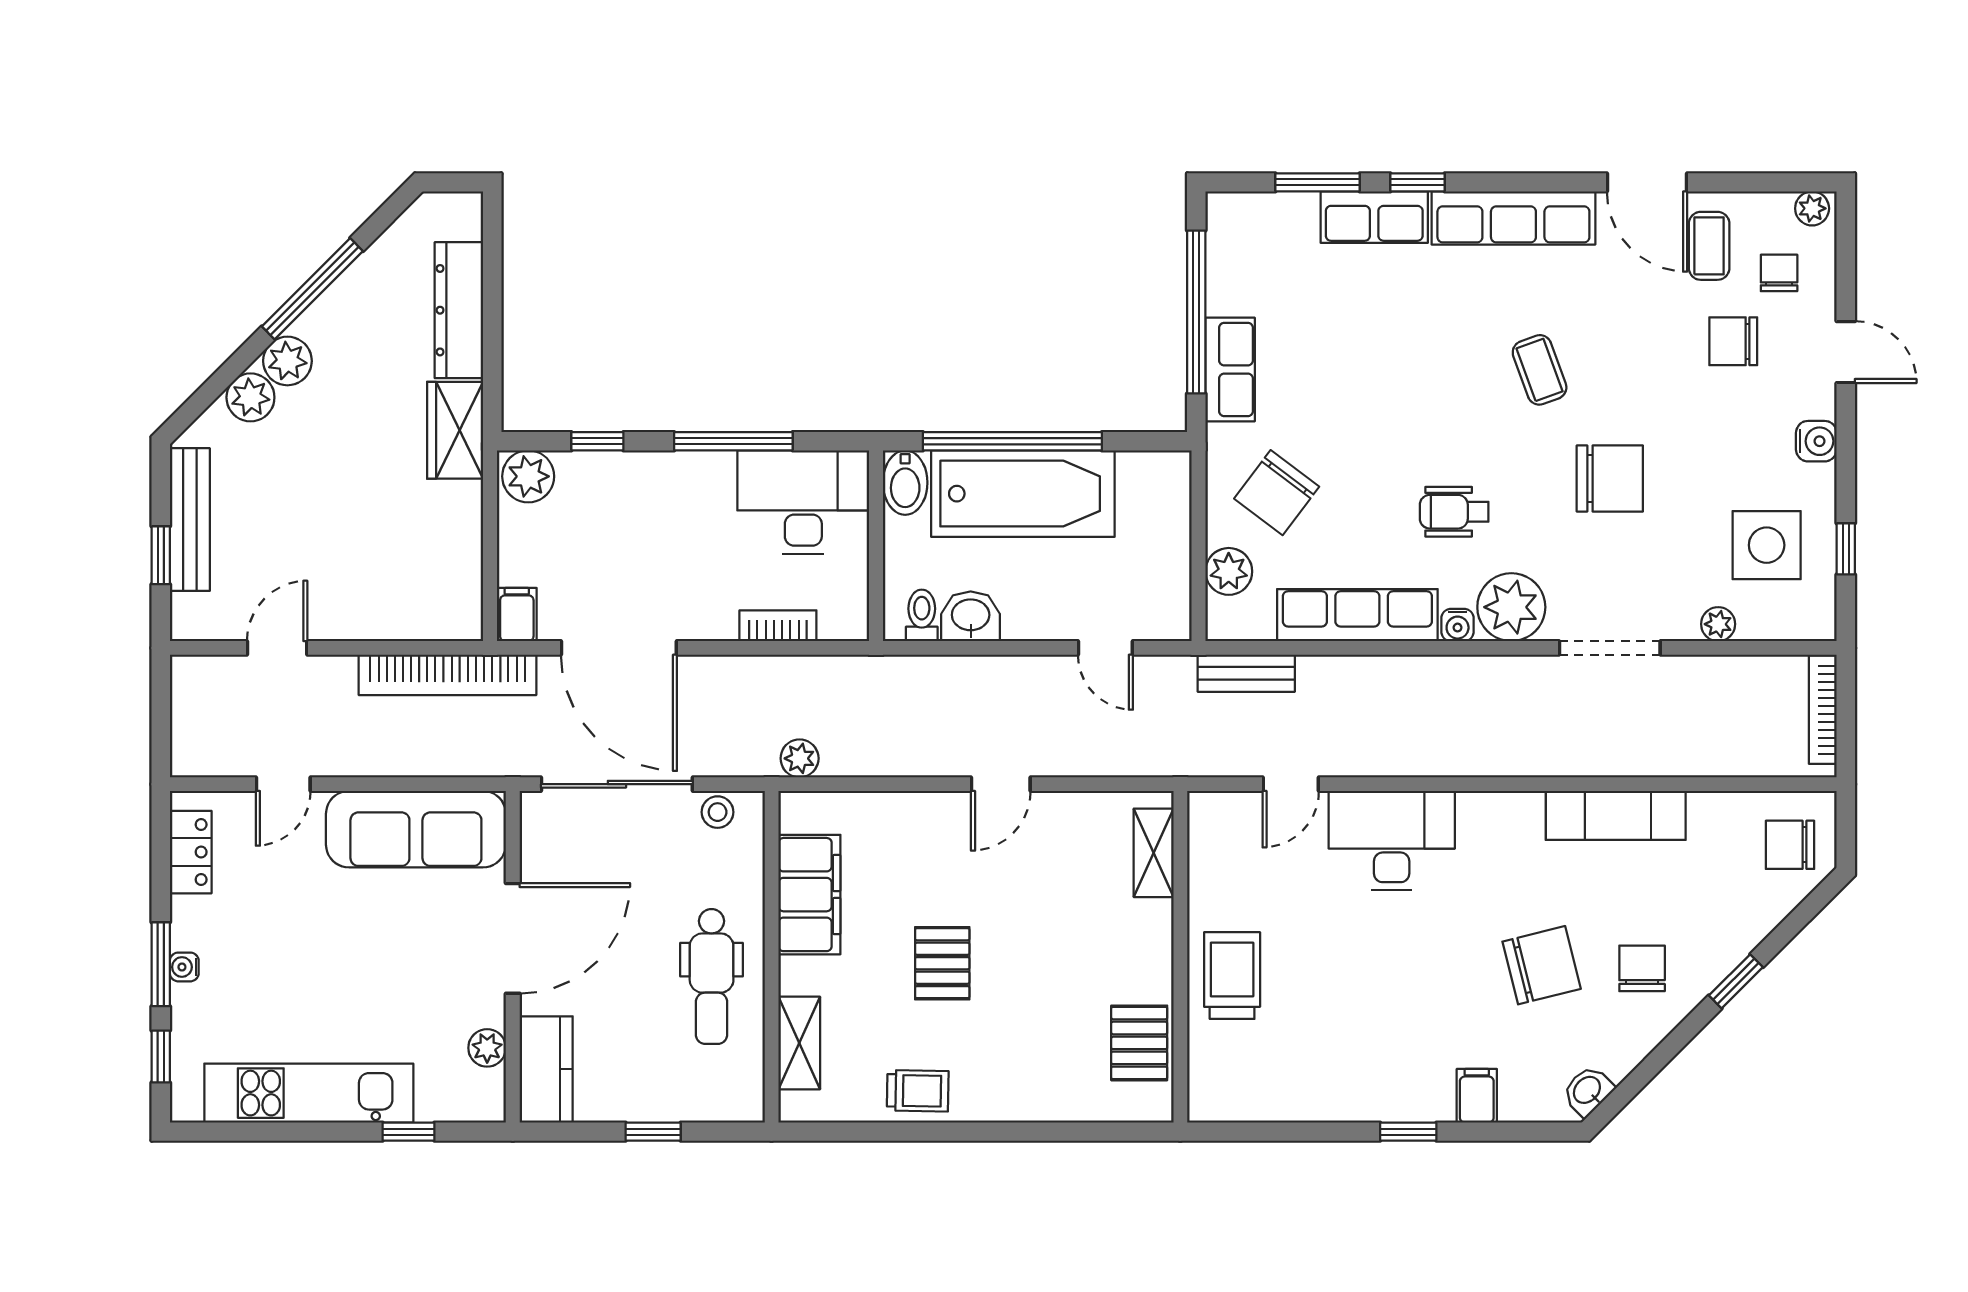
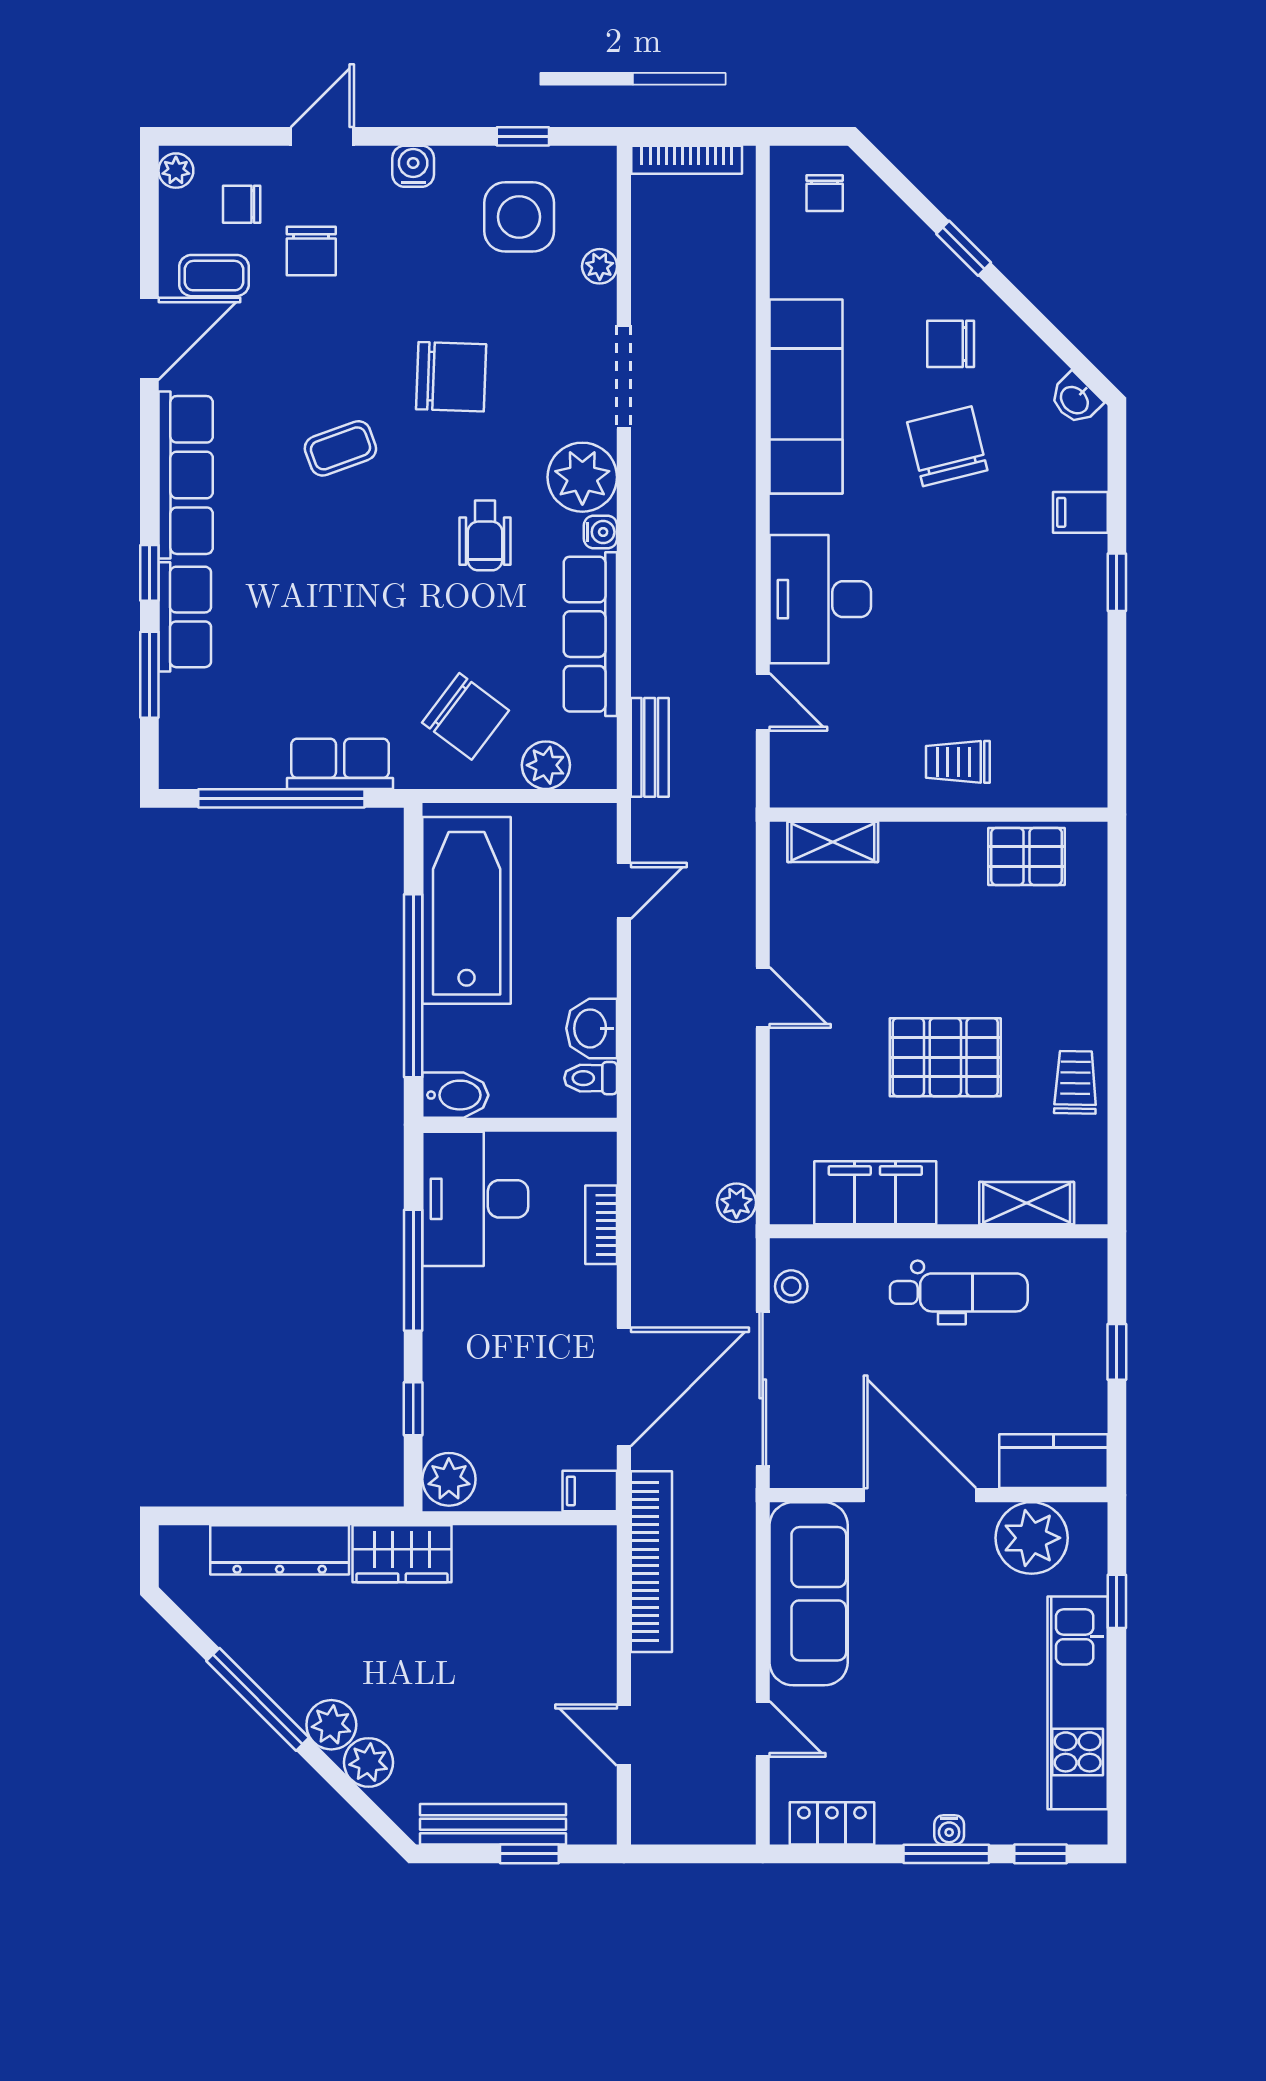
chair: (1610, 479) -> (451, 377), turned 92
bathtub: (1023, 494) -> (467, 910), moved
exam couch: (1616, 815) -> (806, 397), width x1.36, depth x1.45
chair: (1790, 845) -> (825, 193), width x0.73, depth x0.73
pallet: (942, 963) -> (945, 1057), width x1.50, depth x1.42
trolley: (1232, 976) -> (958, 762), width x0.73, depth x0.72
plant: (487, 1048) -> (1032, 1538), width x1.88, depth x1.88

